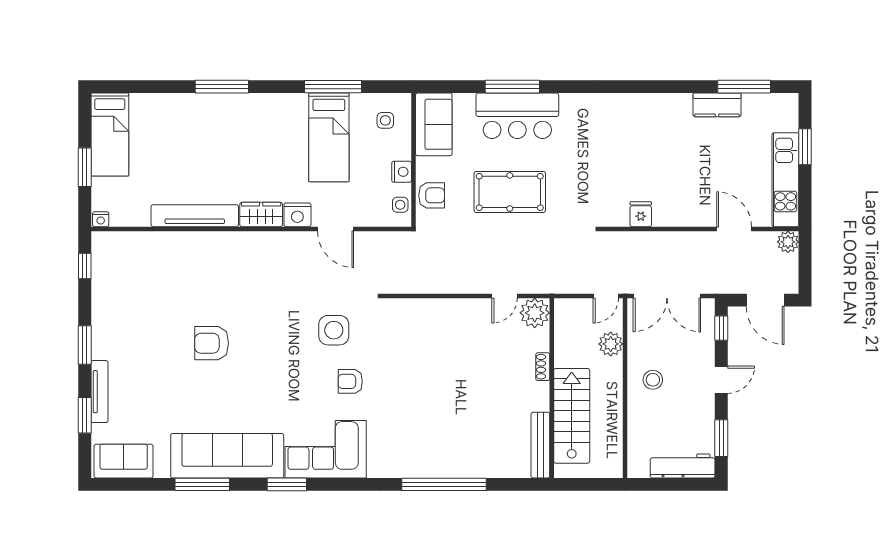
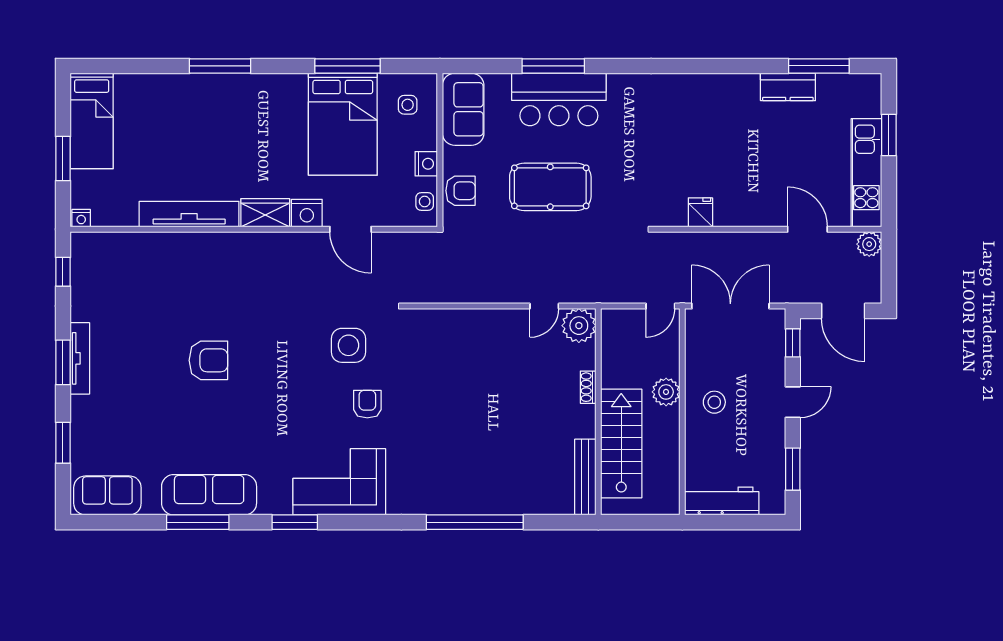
bed: (329, 137) -> (343, 124), width x1.50
double door: (667, 296) -> (730, 306), swing flipped
armchair: (212, 343) -> (208, 360), turned 180
plant: (611, 344) -> (666, 392), moved
armchair: (350, 381) -> (367, 404), turned 90
tv unit: (99, 392) -> (80, 358), moved
sofa: (227, 456) -> (209, 495), width x0.74, depth x0.79
workbench: (683, 466) -> (722, 501), moved

